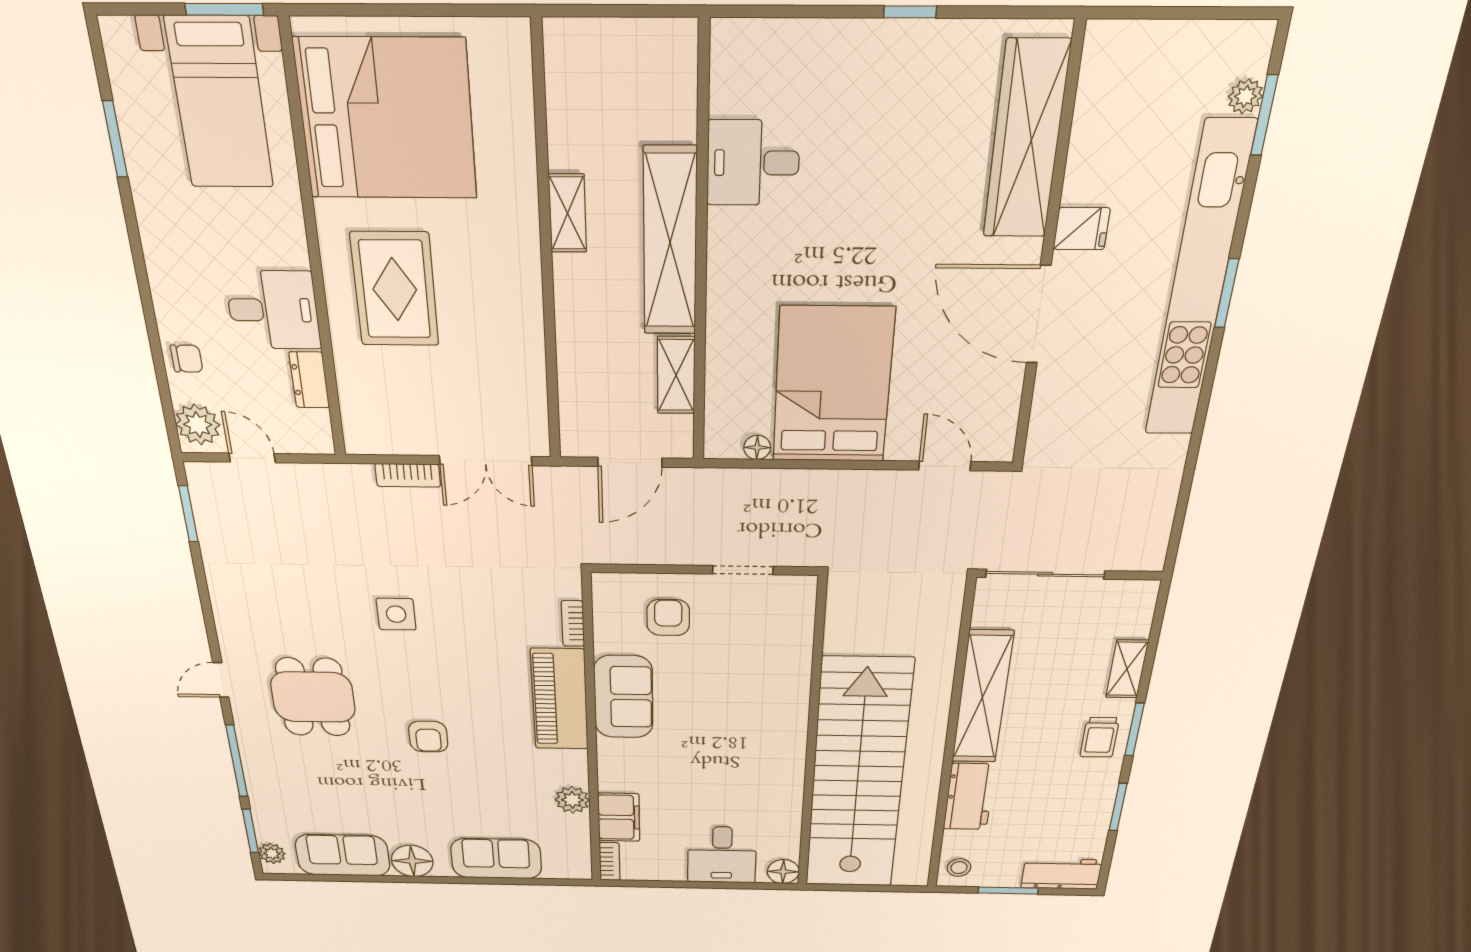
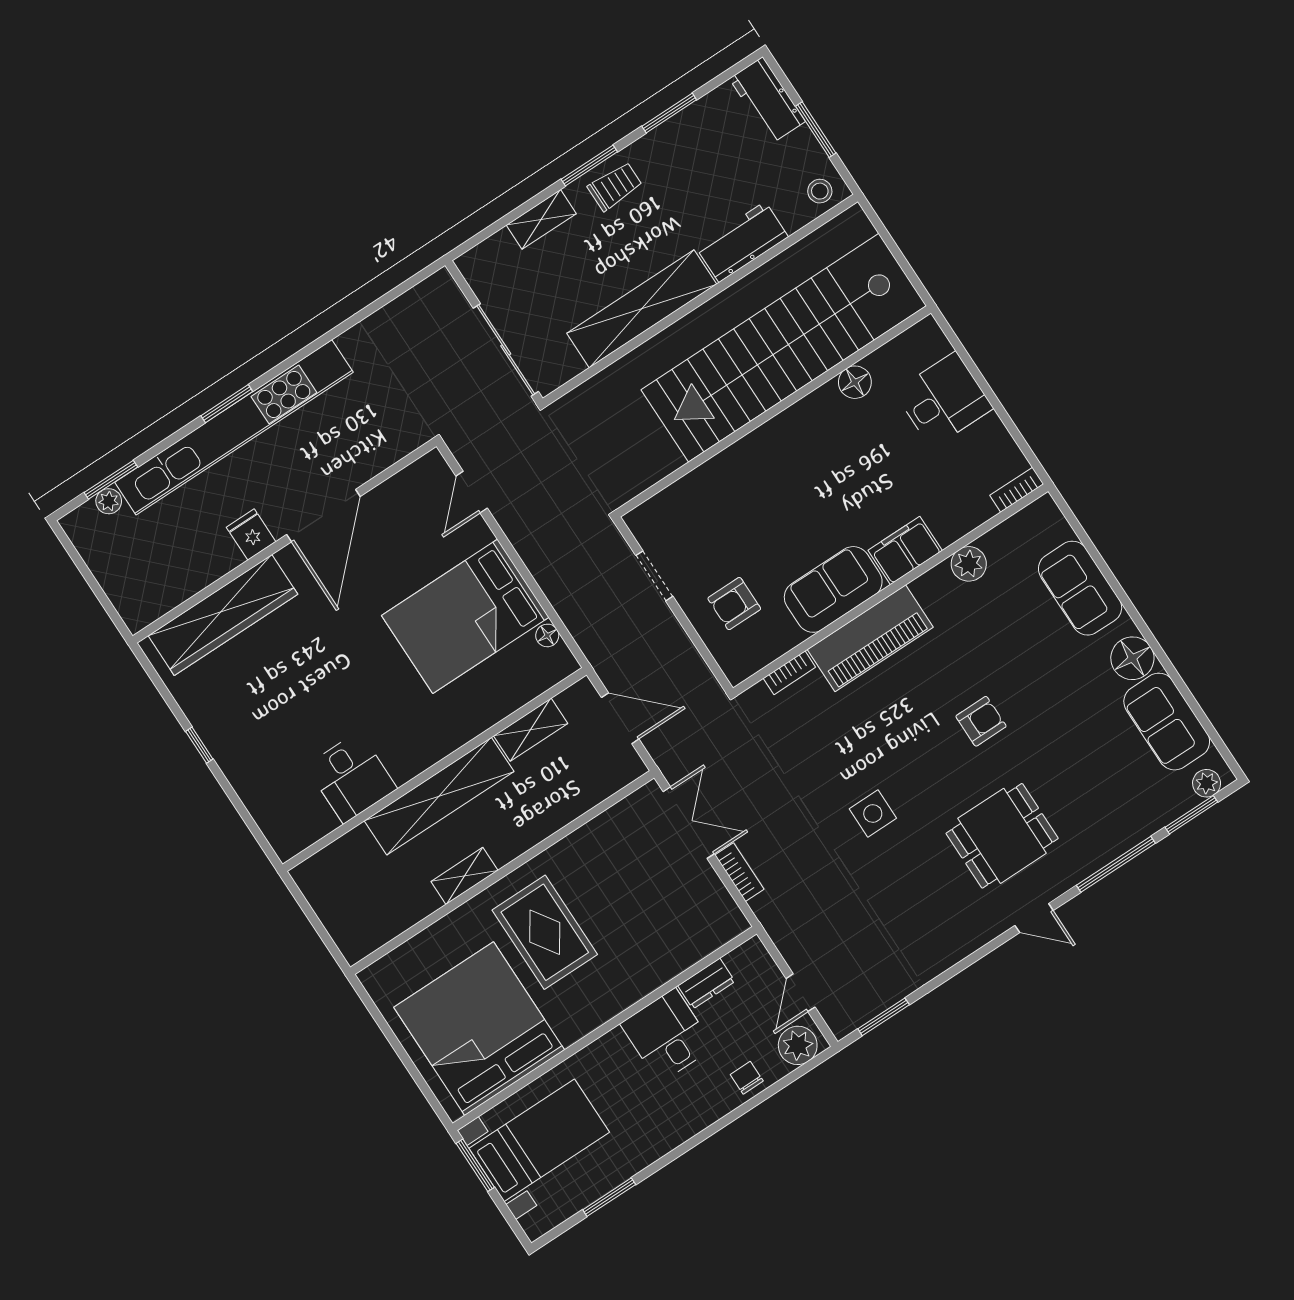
rug: (395, 289) -> (545, 932), moved, turned 90
filing cabinet: (619, 817) -> (905, 550), moved
floor lamp: (783, 872) -> (855, 382), moved

